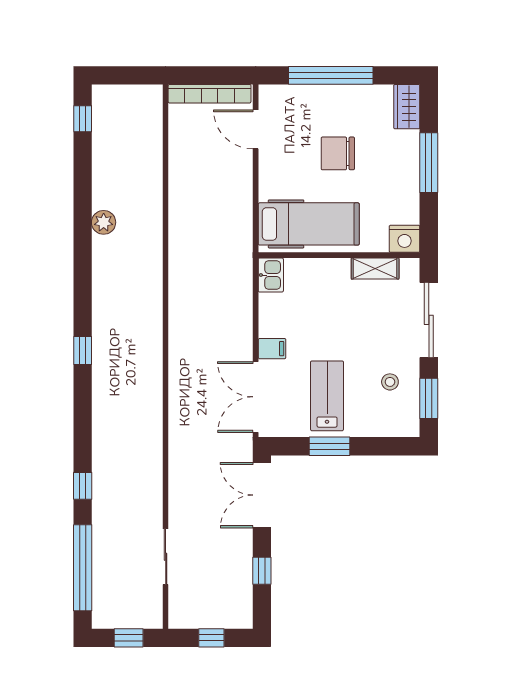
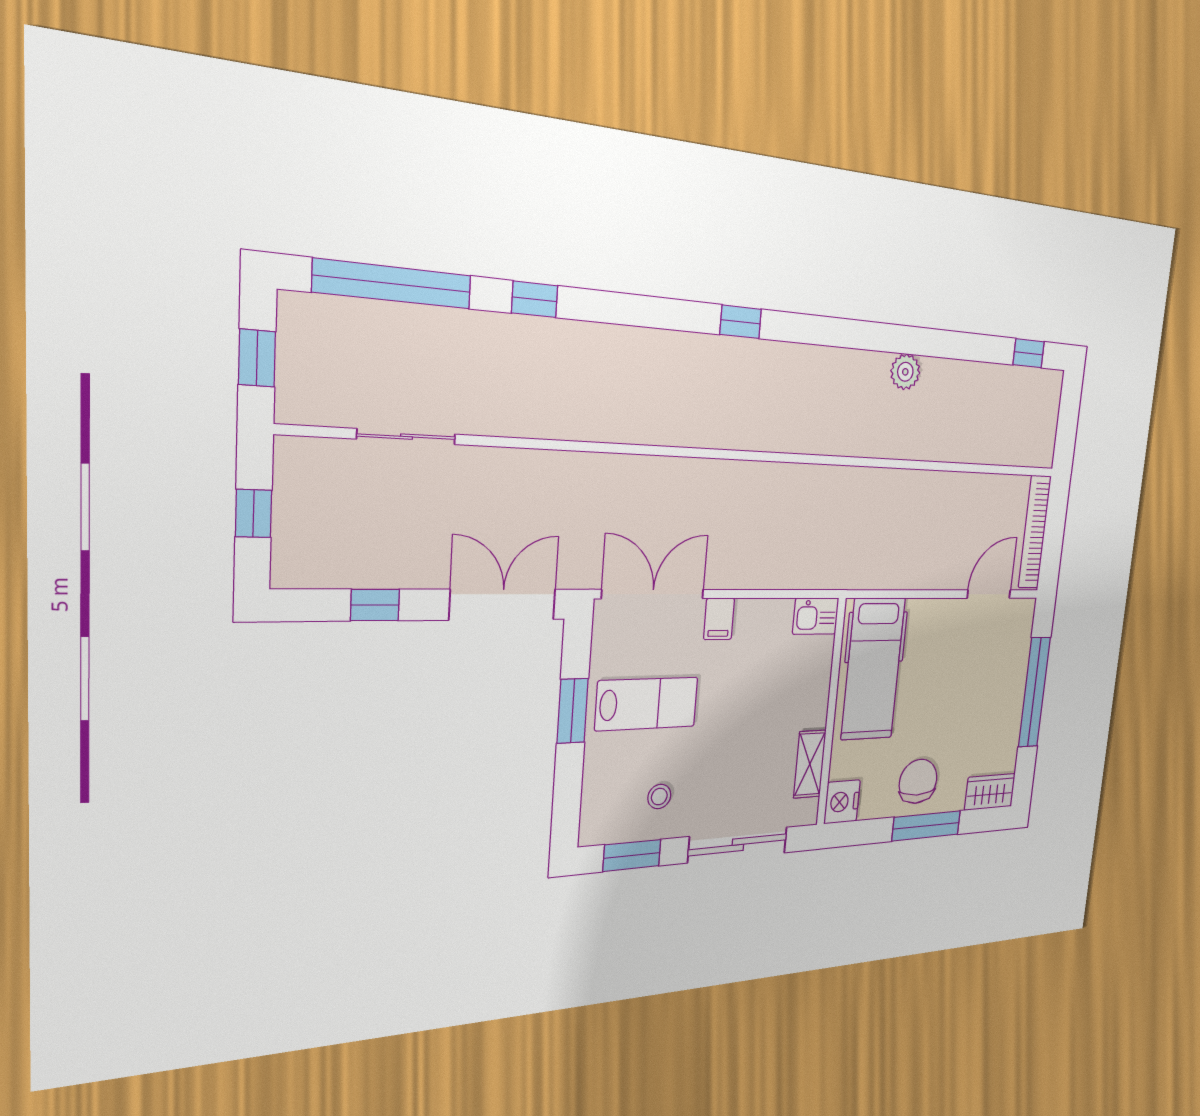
chair: (338, 153) -> (918, 781), moved

